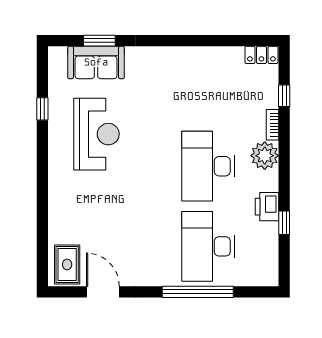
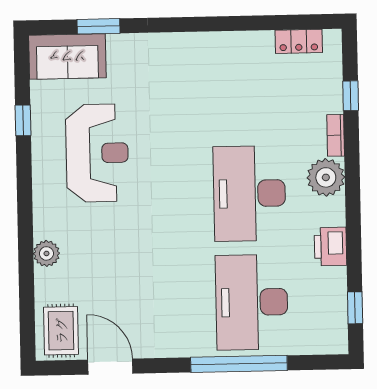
locker: (261, 55) -> (299, 41), moved
sofa: (96, 62) -> (67, 57), moved
plant: (58, 207) -> (46, 253), added
window: (284, 223) -> (355, 308), moved

